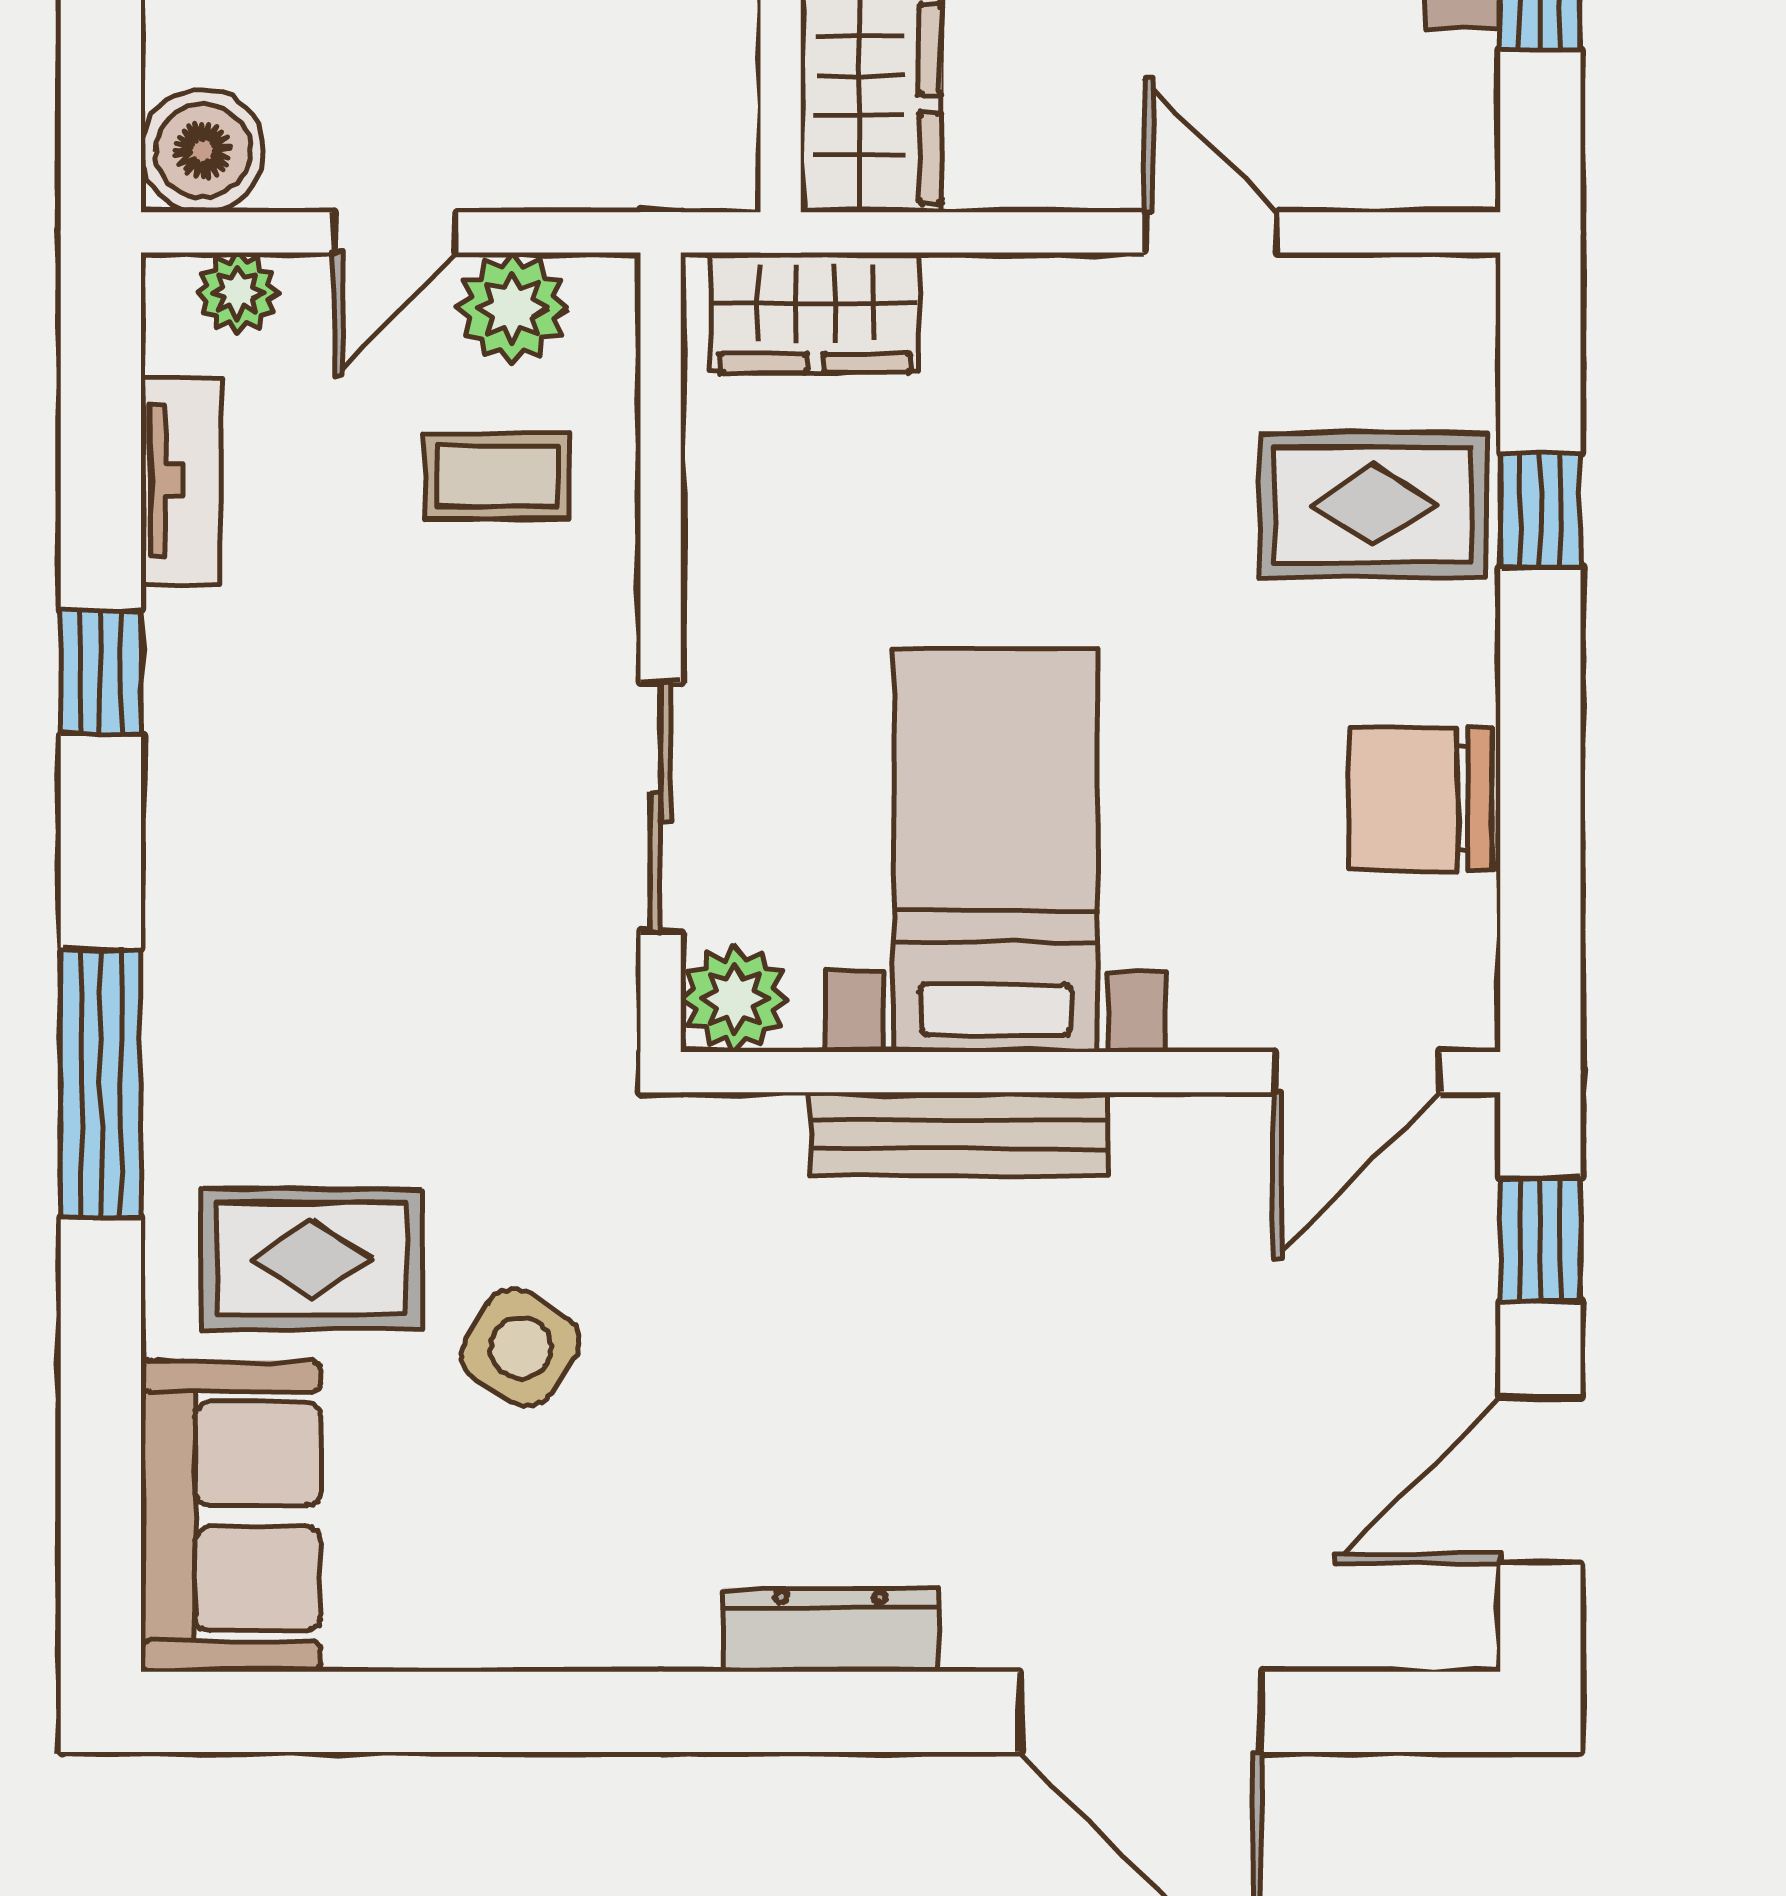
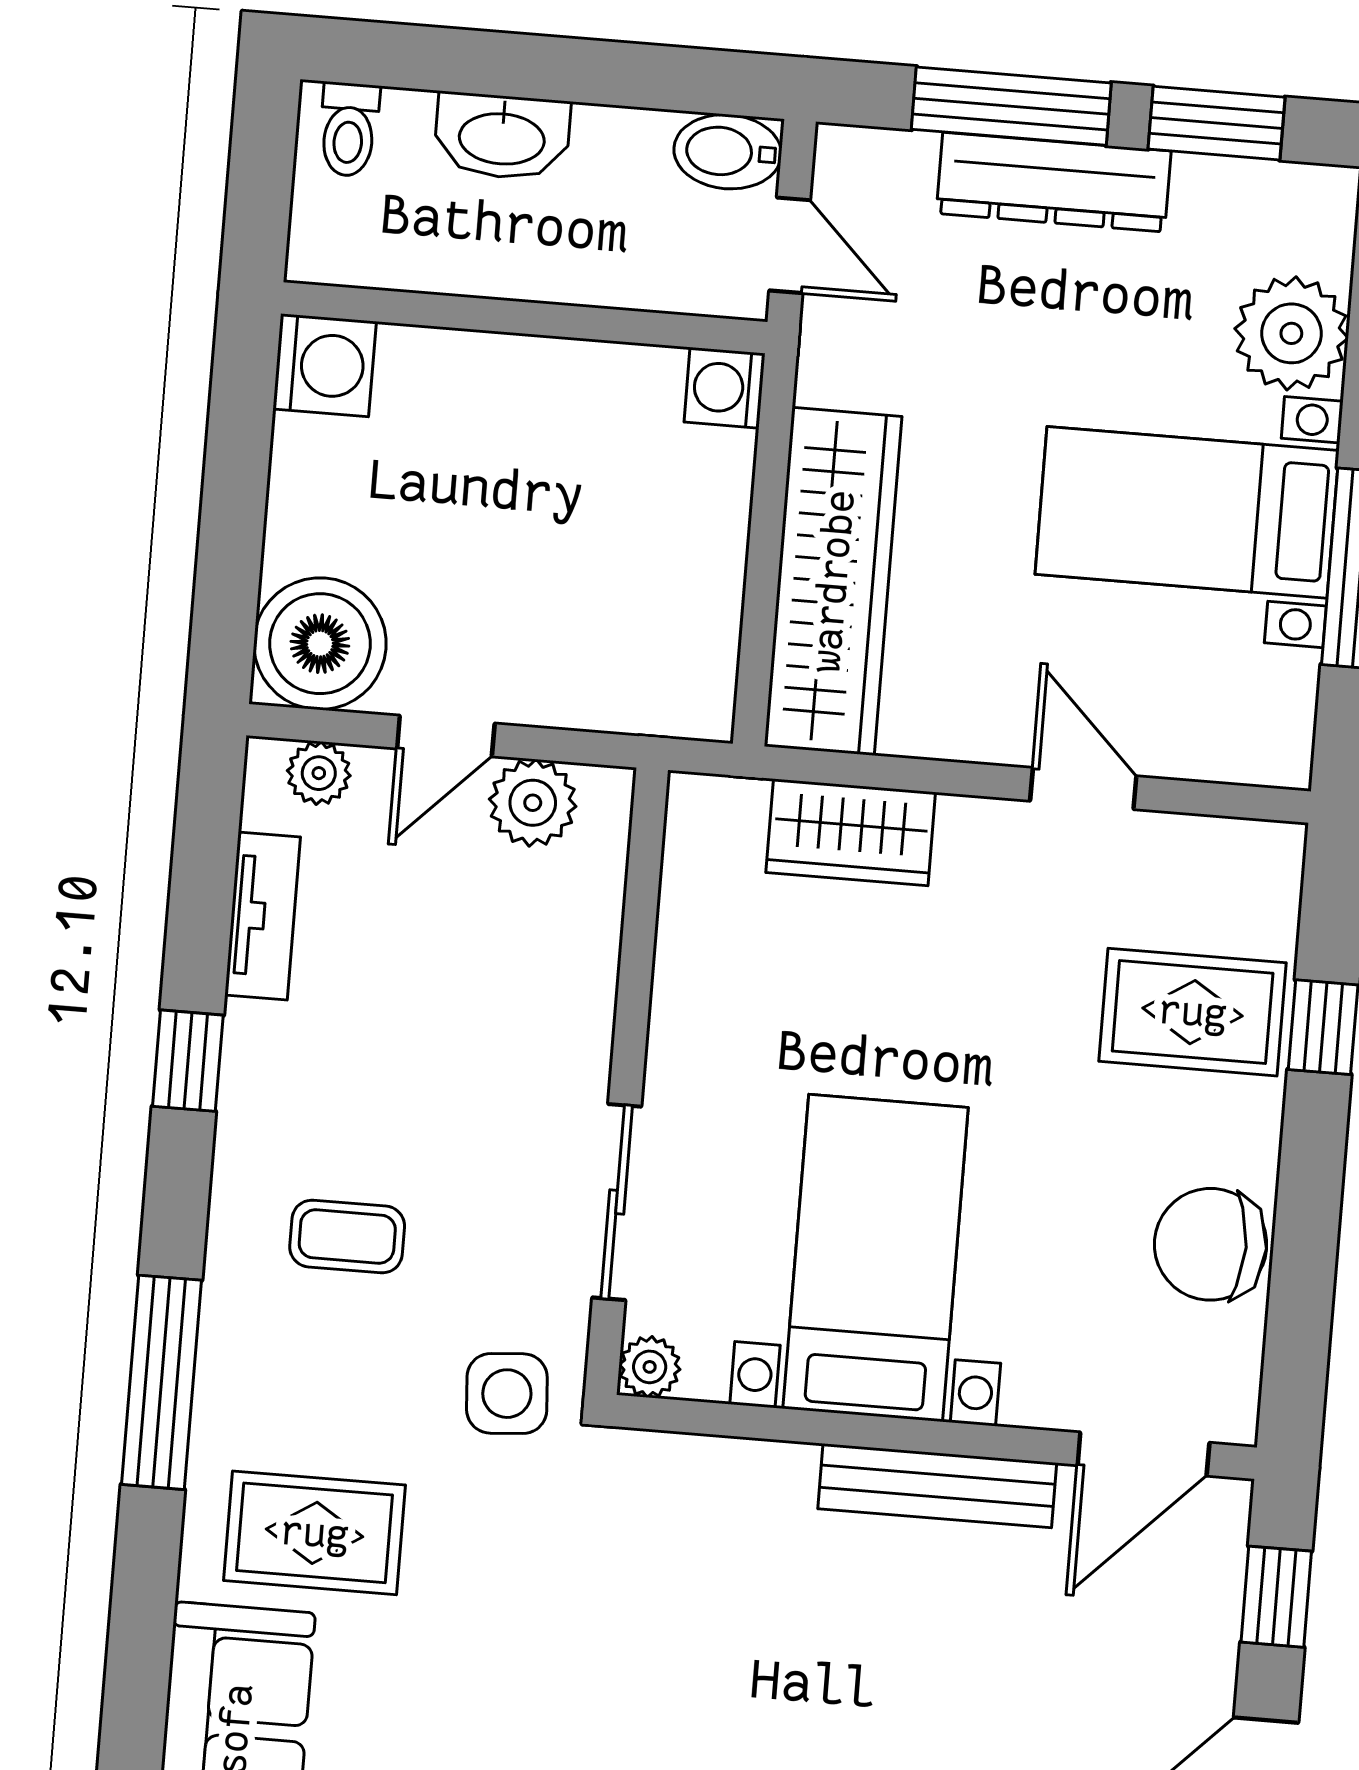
boiler: (203, 151) -> (320, 644), width x1.37, depth x1.37
wardrobe: (815, 312) -> (851, 832), moved
coffee table: (497, 476) -> (347, 1237), moved
plant: (734, 998) -> (650, 1367), width x0.73, depth x0.73
bench: (959, 1134) -> (937, 1486), moved
side table: (520, 1348) -> (507, 1394), moved, turned -36

